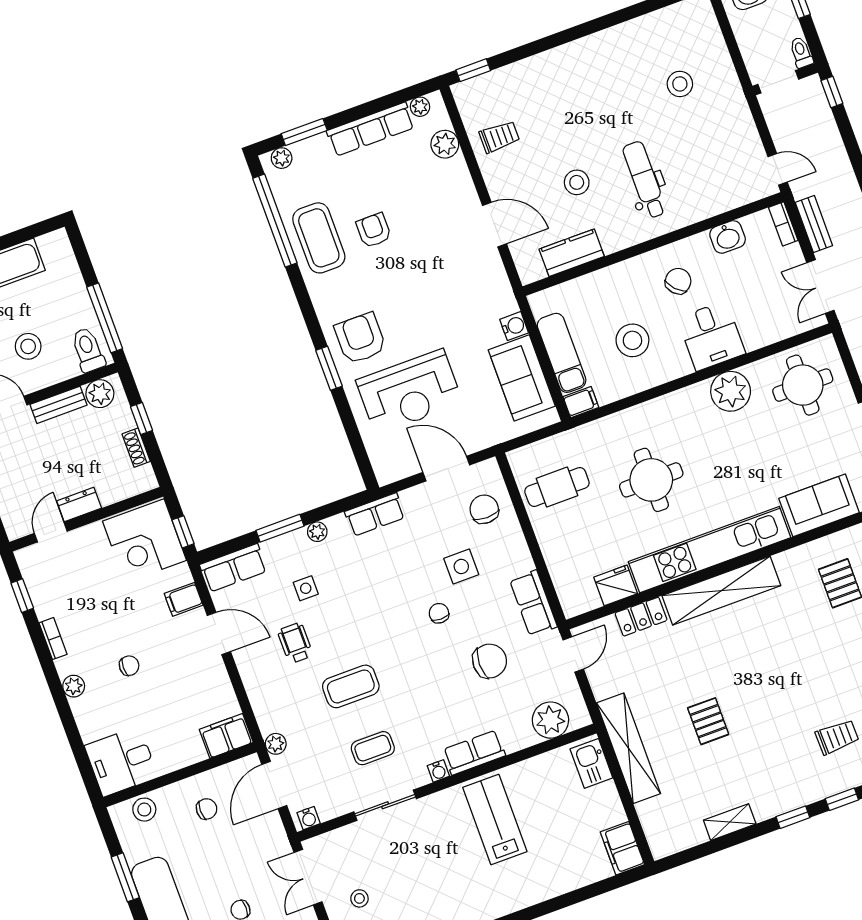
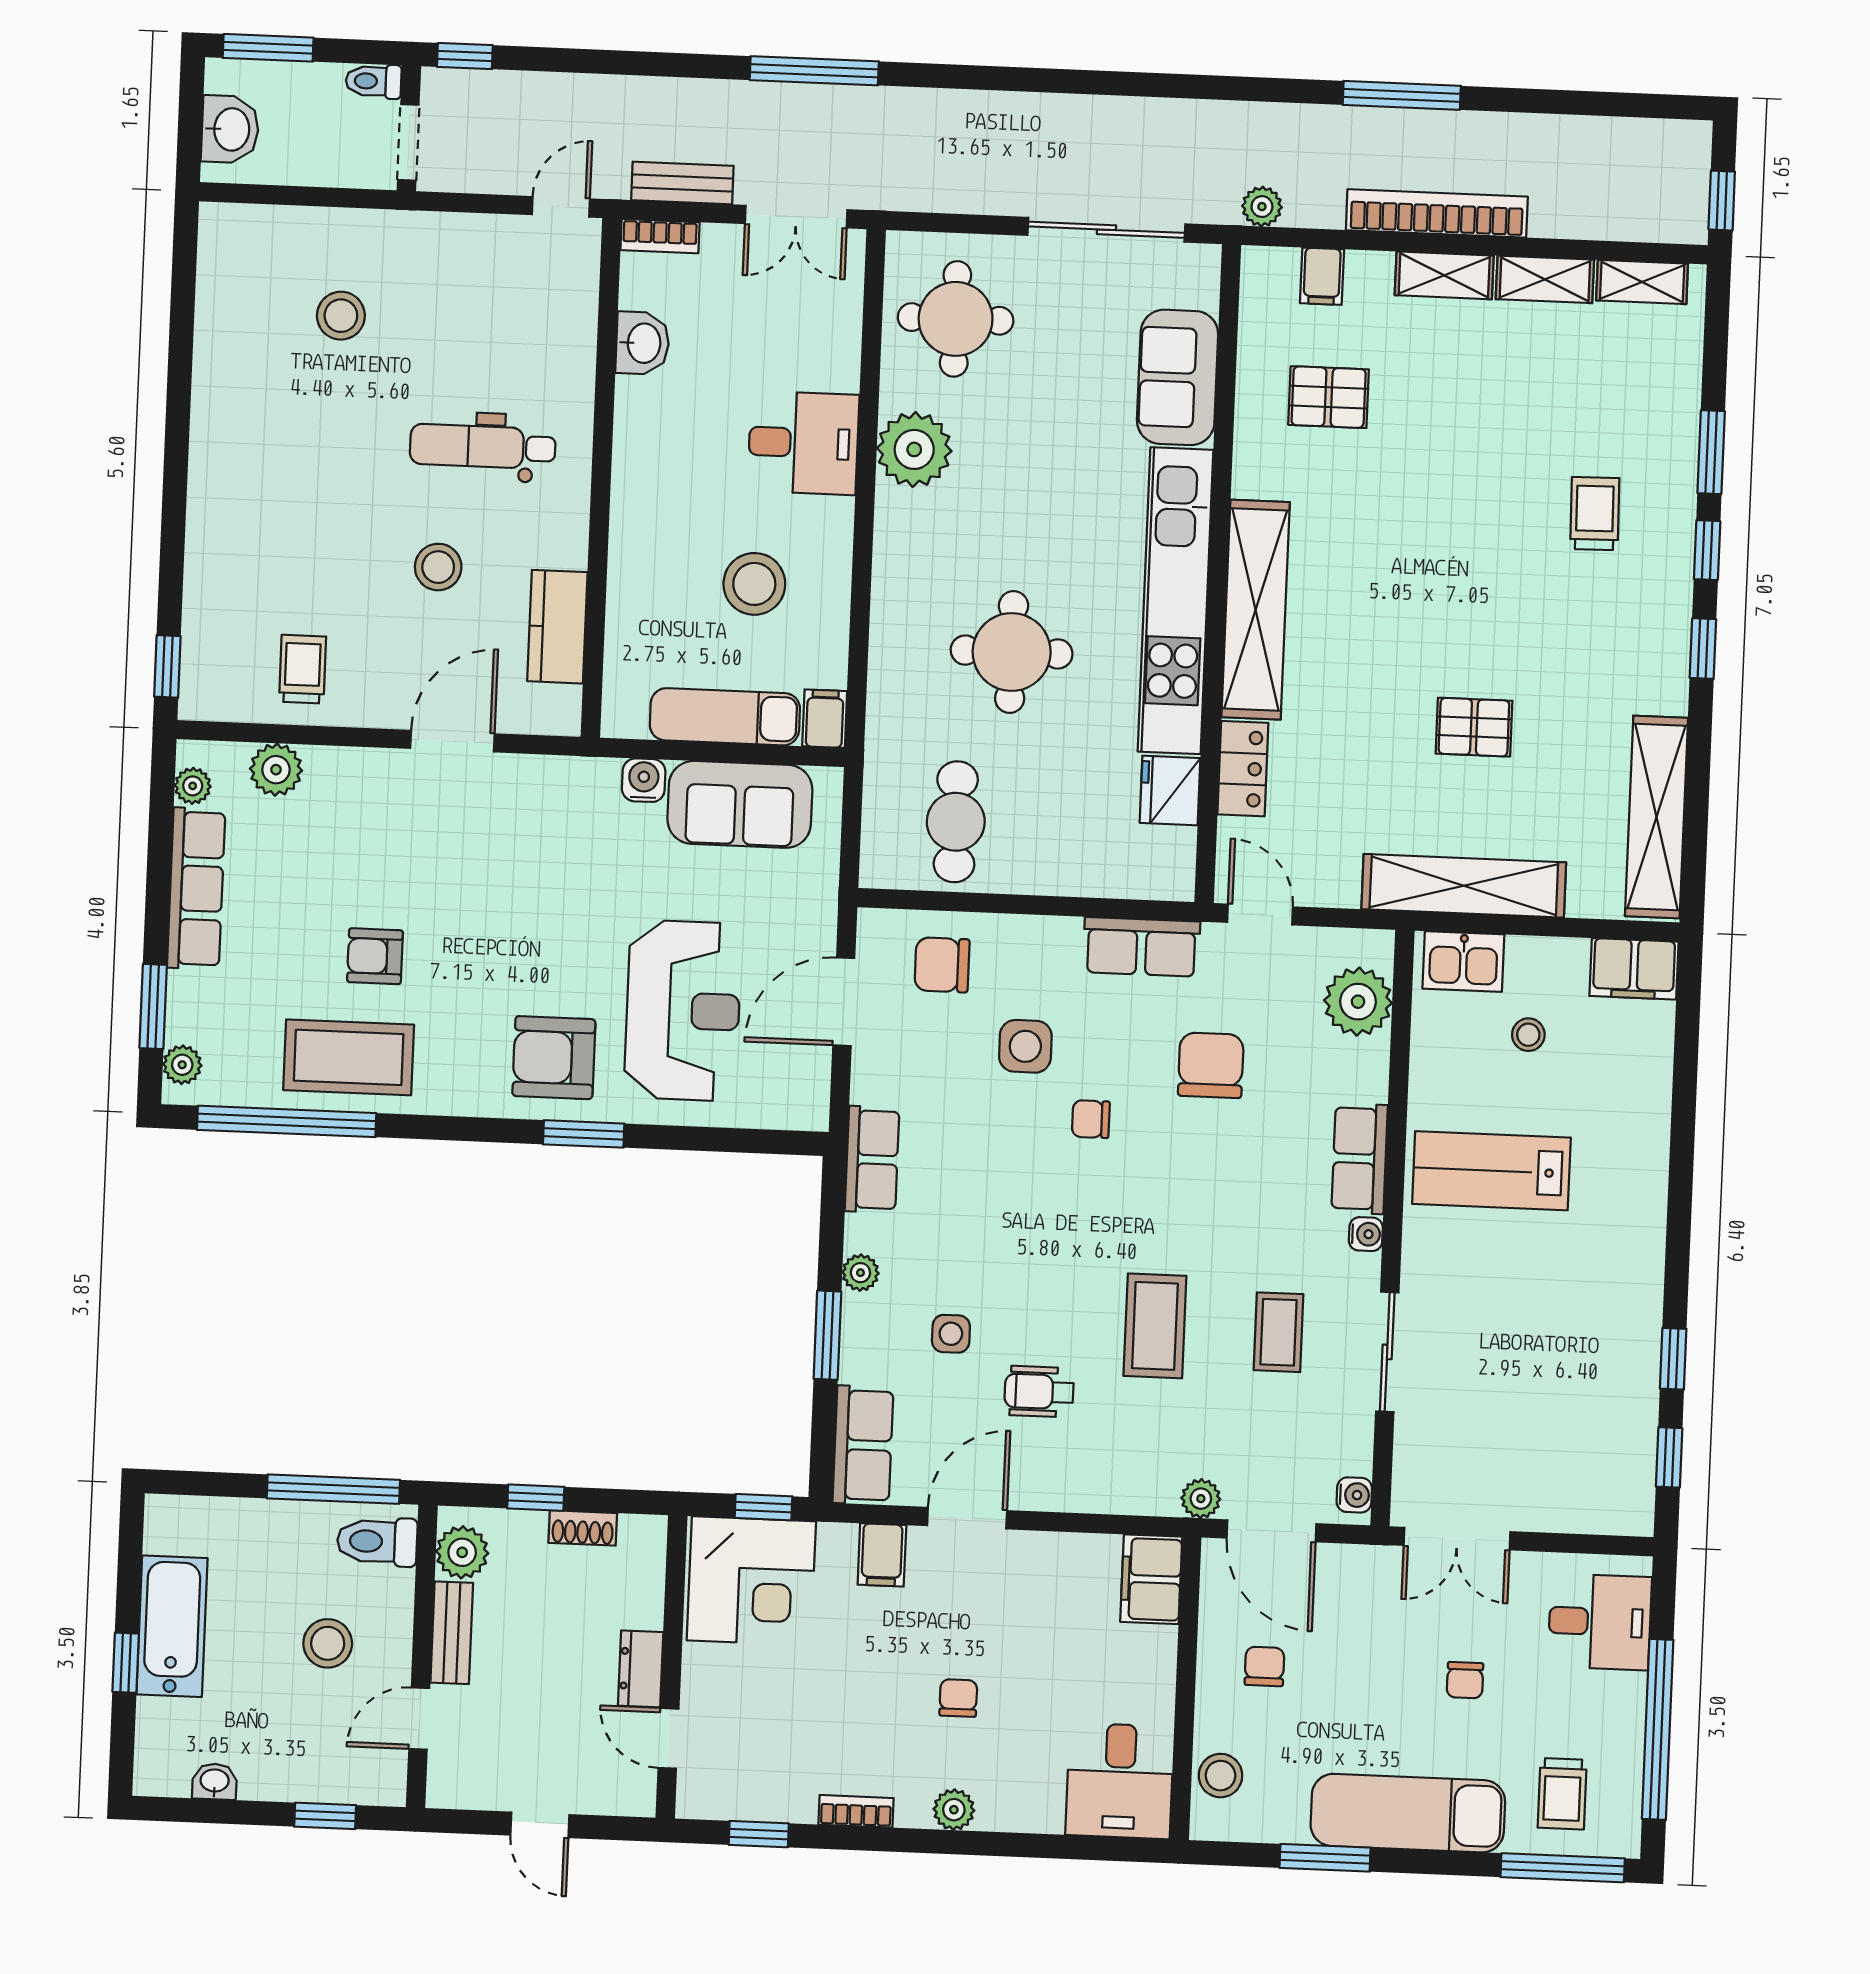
chair: (678, 281) -> (684, 461), removed
shelving: (730, 822) -> (1656, 817), width x2.20, depth x1.33
stool: (359, 898) -> (1528, 1035), moved

